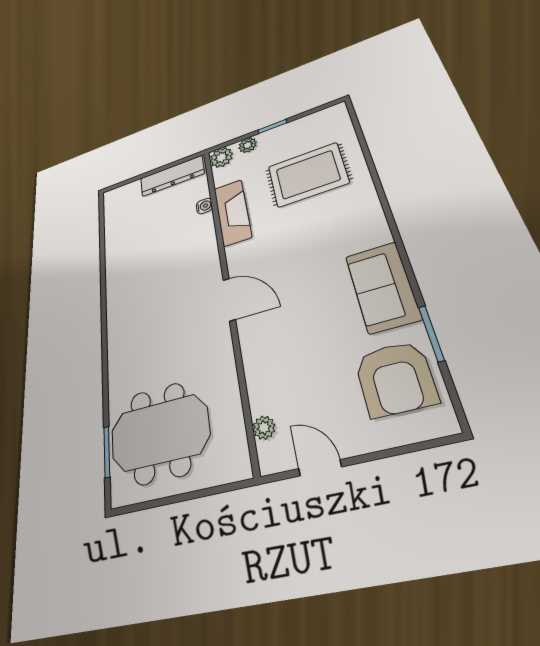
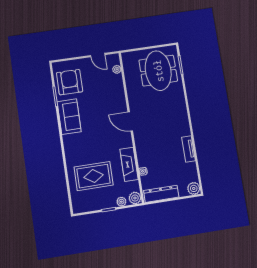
plant: (114, 198) -> (194, 188), added
tv unit: (114, 265) -> (188, 149), added
meeting table: (160, 433) -> (158, 71), turned 90

